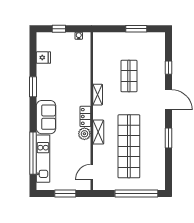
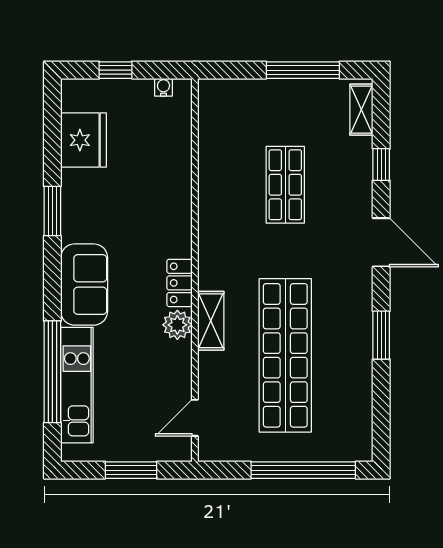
window: (136, 29) -> (303, 70), width x1.44
fridge: (43, 58) -> (84, 140), width x1.88, depth x1.34
shelving: (98, 95) -> (361, 110), moved

